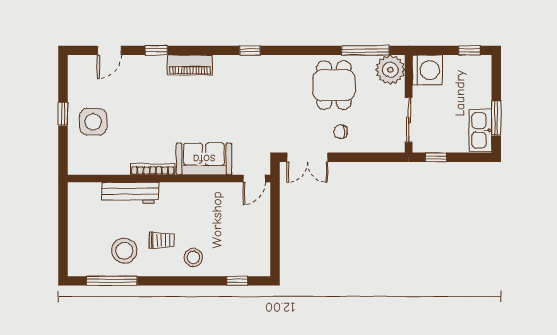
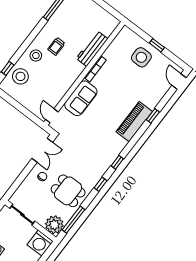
door: (109, 50) -> (179, 82), moved
window: (294, 50) -> (100, 184), added
piano: (190, 65) -> (134, 122), width x1.37, depth x1.33
double door: (307, 157) -> (42, 150), swing flipped
stool: (124, 251) -> (20, 76), moved

